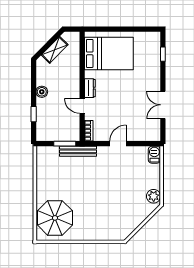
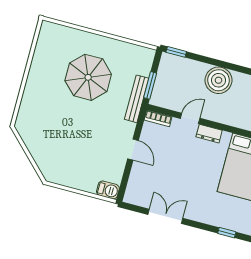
boiler: (42, 92) -> (219, 80), width x1.86, depth x1.86
window: (34, 114) -> (176, 52), moved
plant: (154, 196) -> (58, 176), removed
parasol: (55, 218) -> (88, 77), moved

